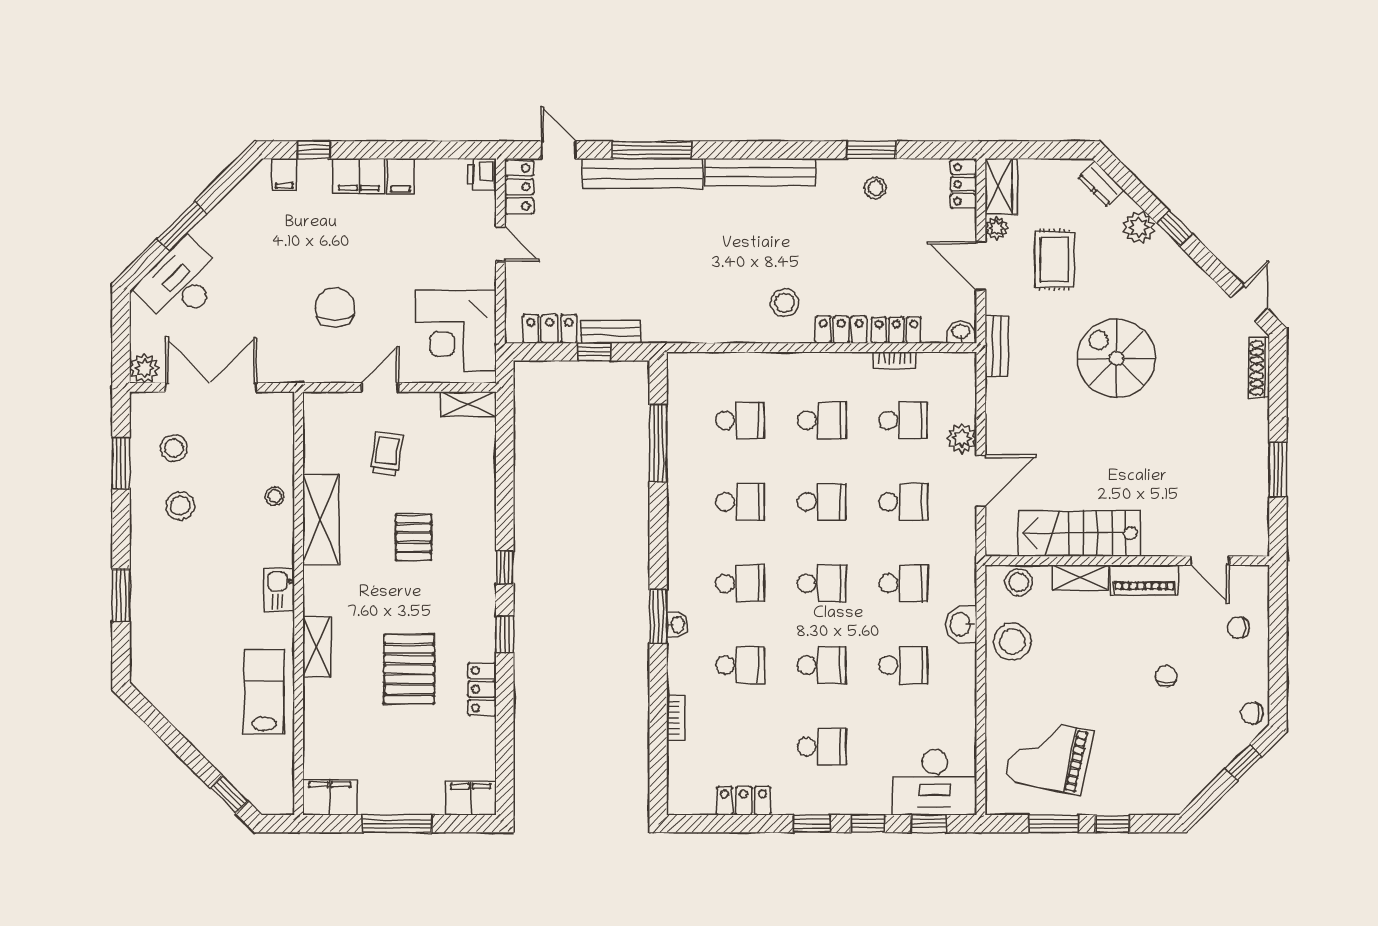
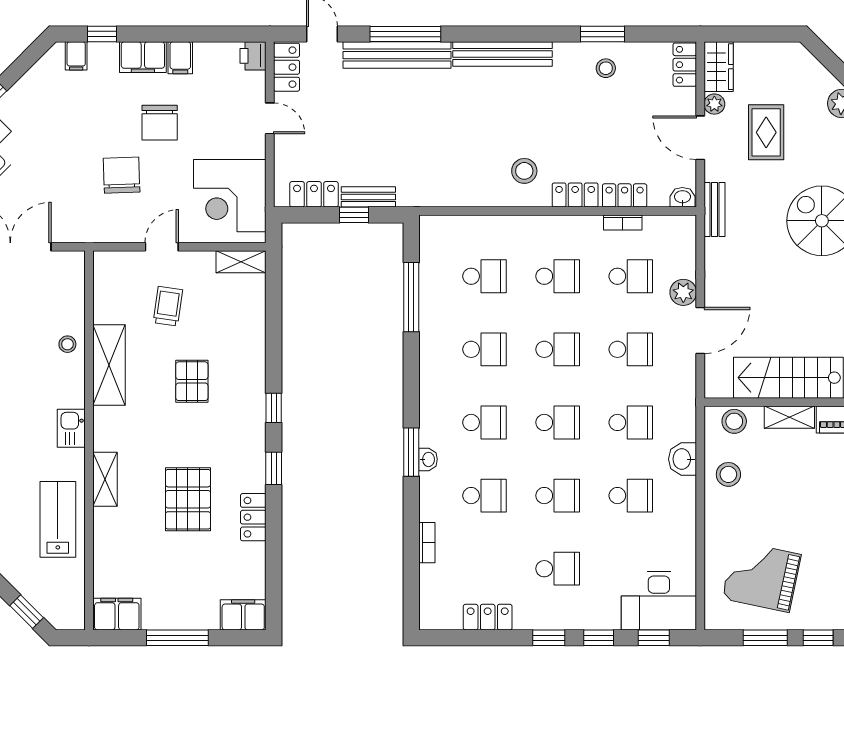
dresser: (1101, 184) -> (808, 64), removed
chair: (378, 249) -> (160, 123), added
stool: (1012, 641) -> (728, 474), width x0.73, depth x0.73

